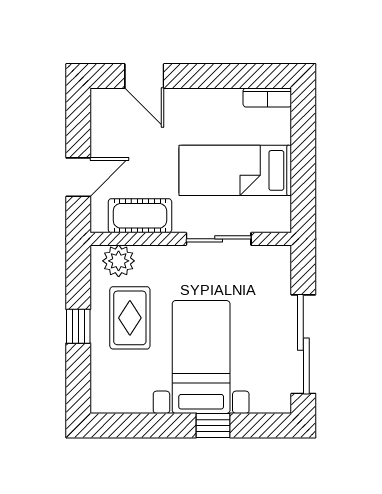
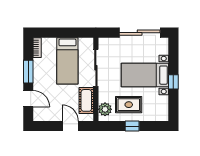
door: (144, 76) -> (28, 99), hinge flipped
window: (209, 76) -> (28, 72), added
sliding door: (219, 239) -> (96, 68), width x1.37
window: (213, 425) -> (173, 82), moved

